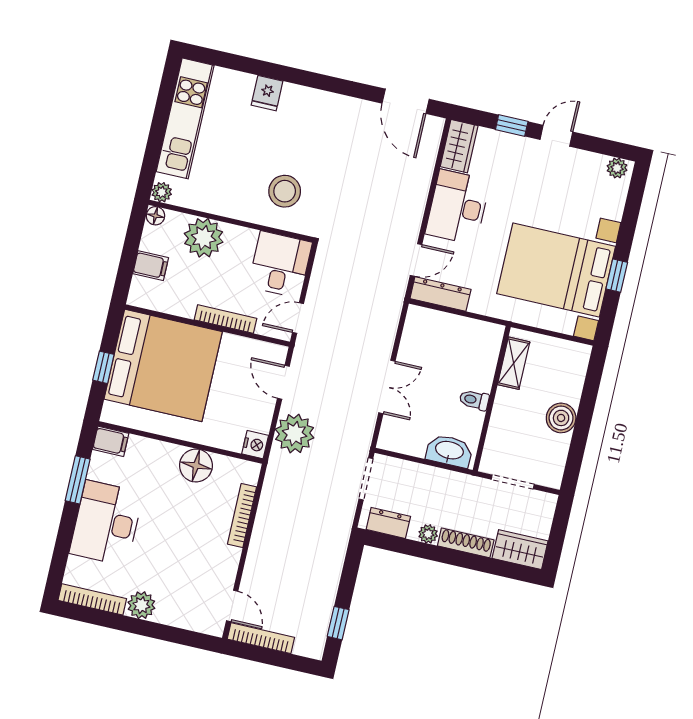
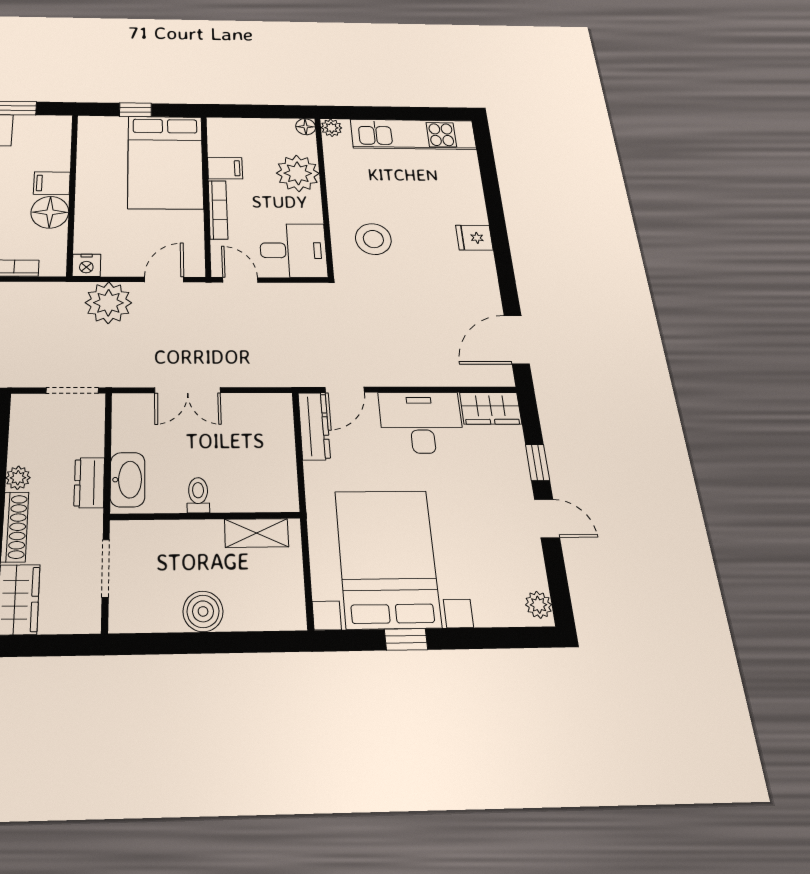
fridge: (267, 93) -> (474, 238), moved
door: (416, 260) -> (345, 390), hinge flipped
filing cabinet: (151, 266) -> (225, 168), moved, turned -90
bed: (163, 365) -> (165, 162), width x0.73
filing cabinet: (111, 441) -> (52, 183), moved, turned 90
dresser: (388, 523) -> (89, 483), moved, turned 180

